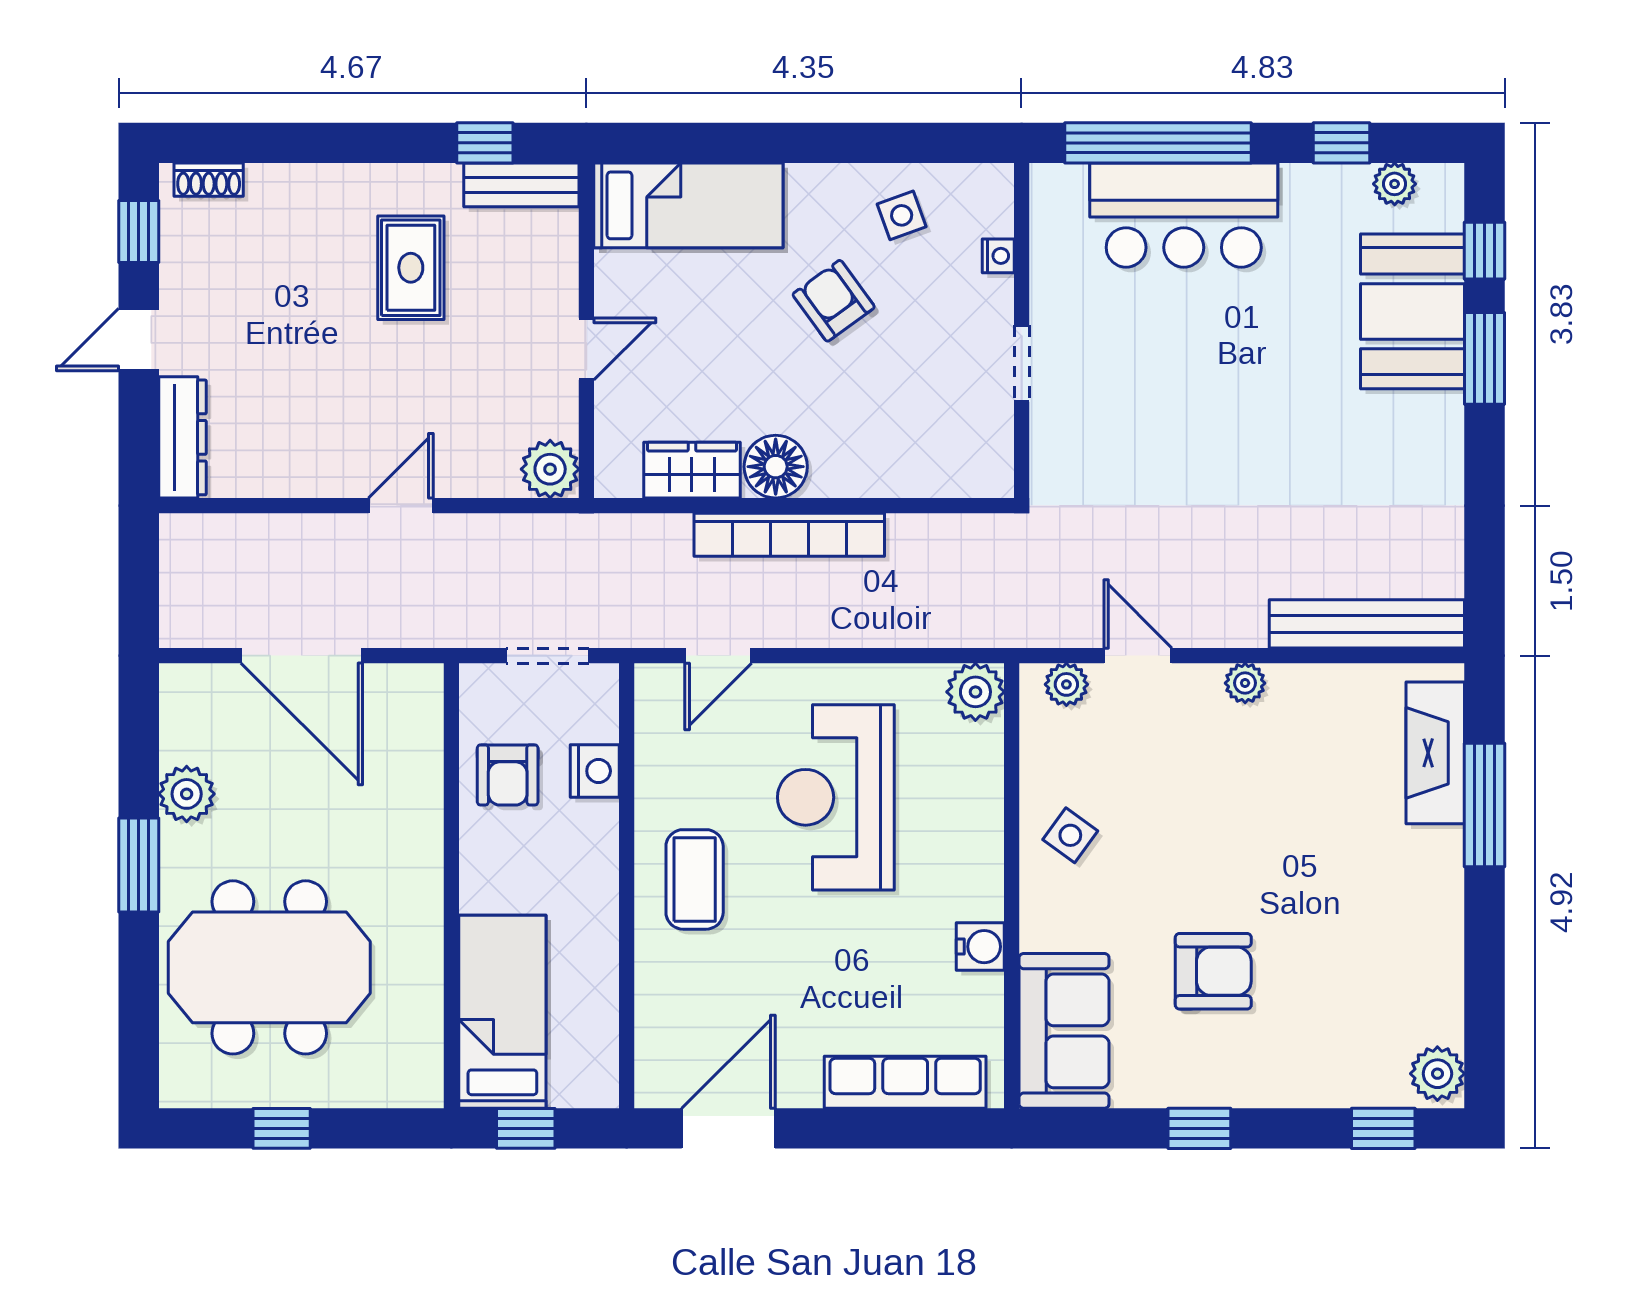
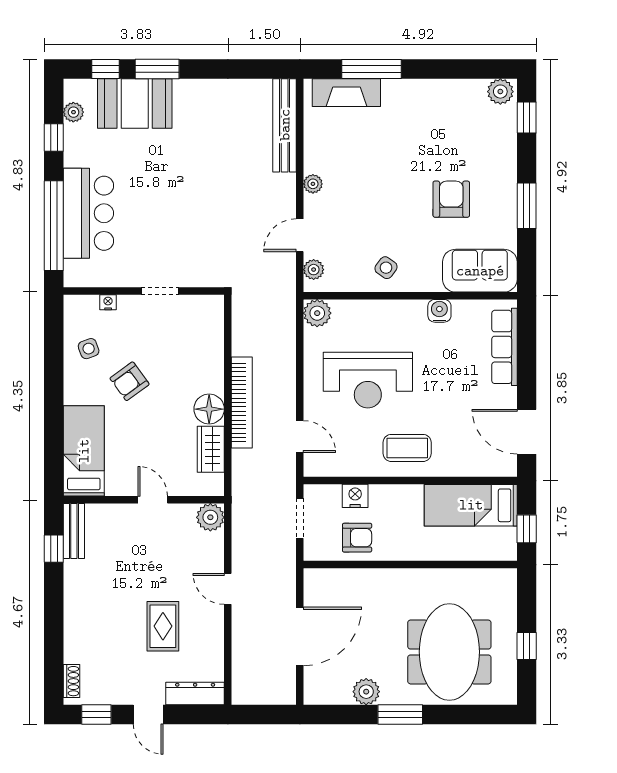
rug: (411, 268) -> (163, 626), moved, turned 90
bed: (502, 1012) -> (471, 505), moved
window: (1199, 1128) -> (527, 206), width x1.50

